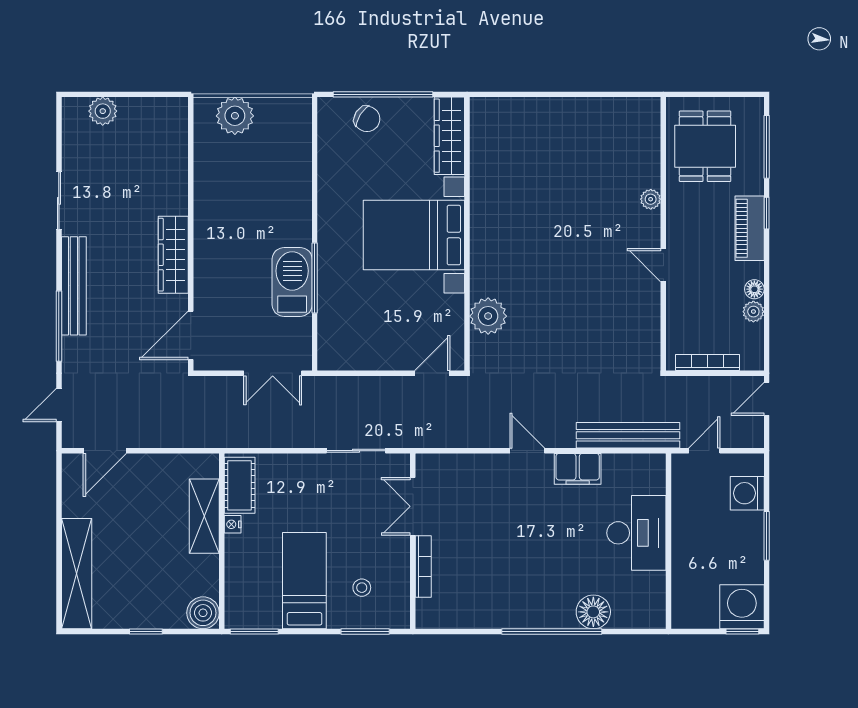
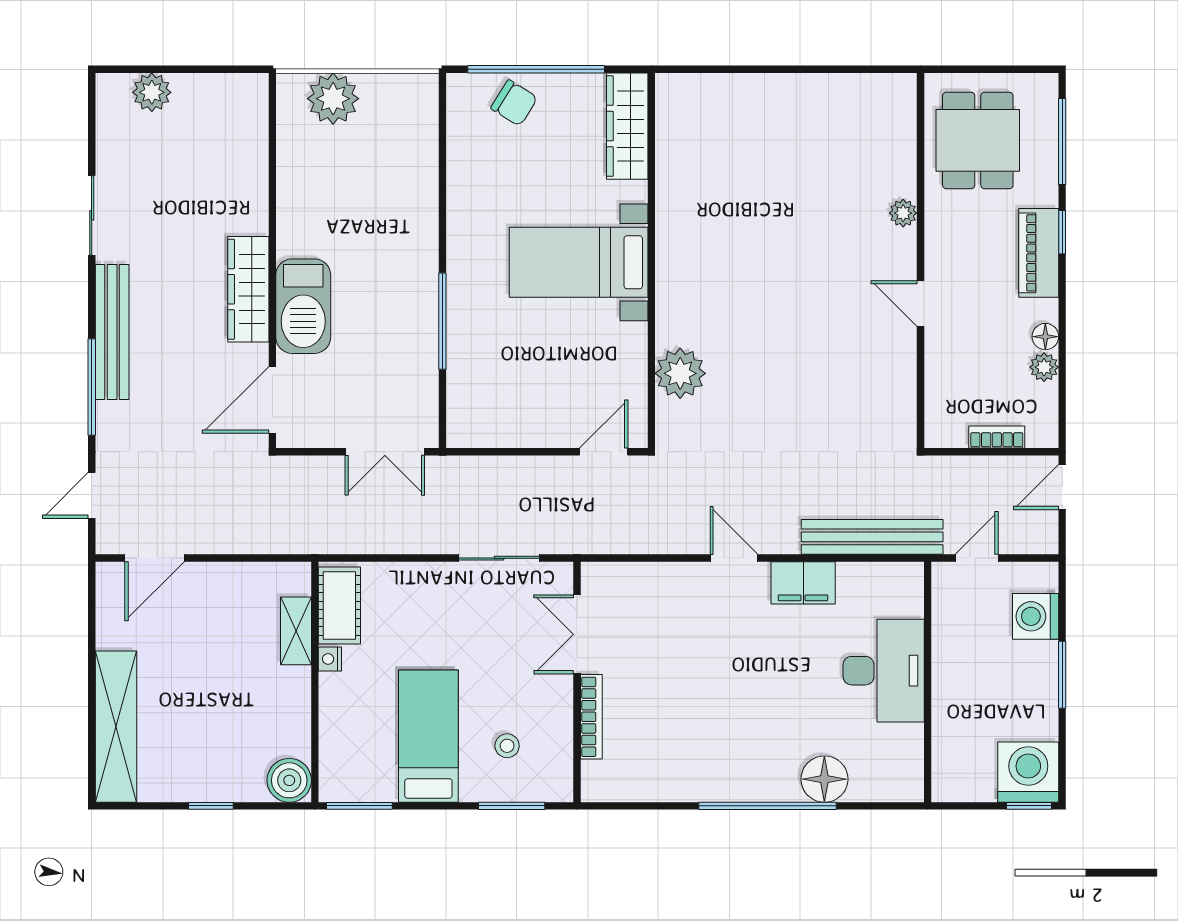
bed with nightstands: (414, 235) -> (579, 262), width x0.73
barbecue: (292, 282) -> (303, 306), moved, turned 180
bookcase: (707, 363) -> (997, 437), width x0.64
shelving: (204, 516) -> (296, 631), width x0.67, depth x0.75

